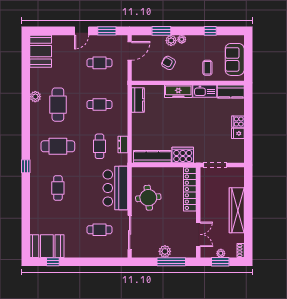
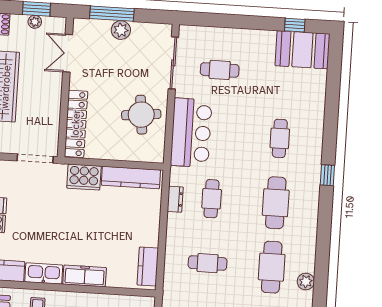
cafe table: (58, 146) -> (276, 203), turned 90

